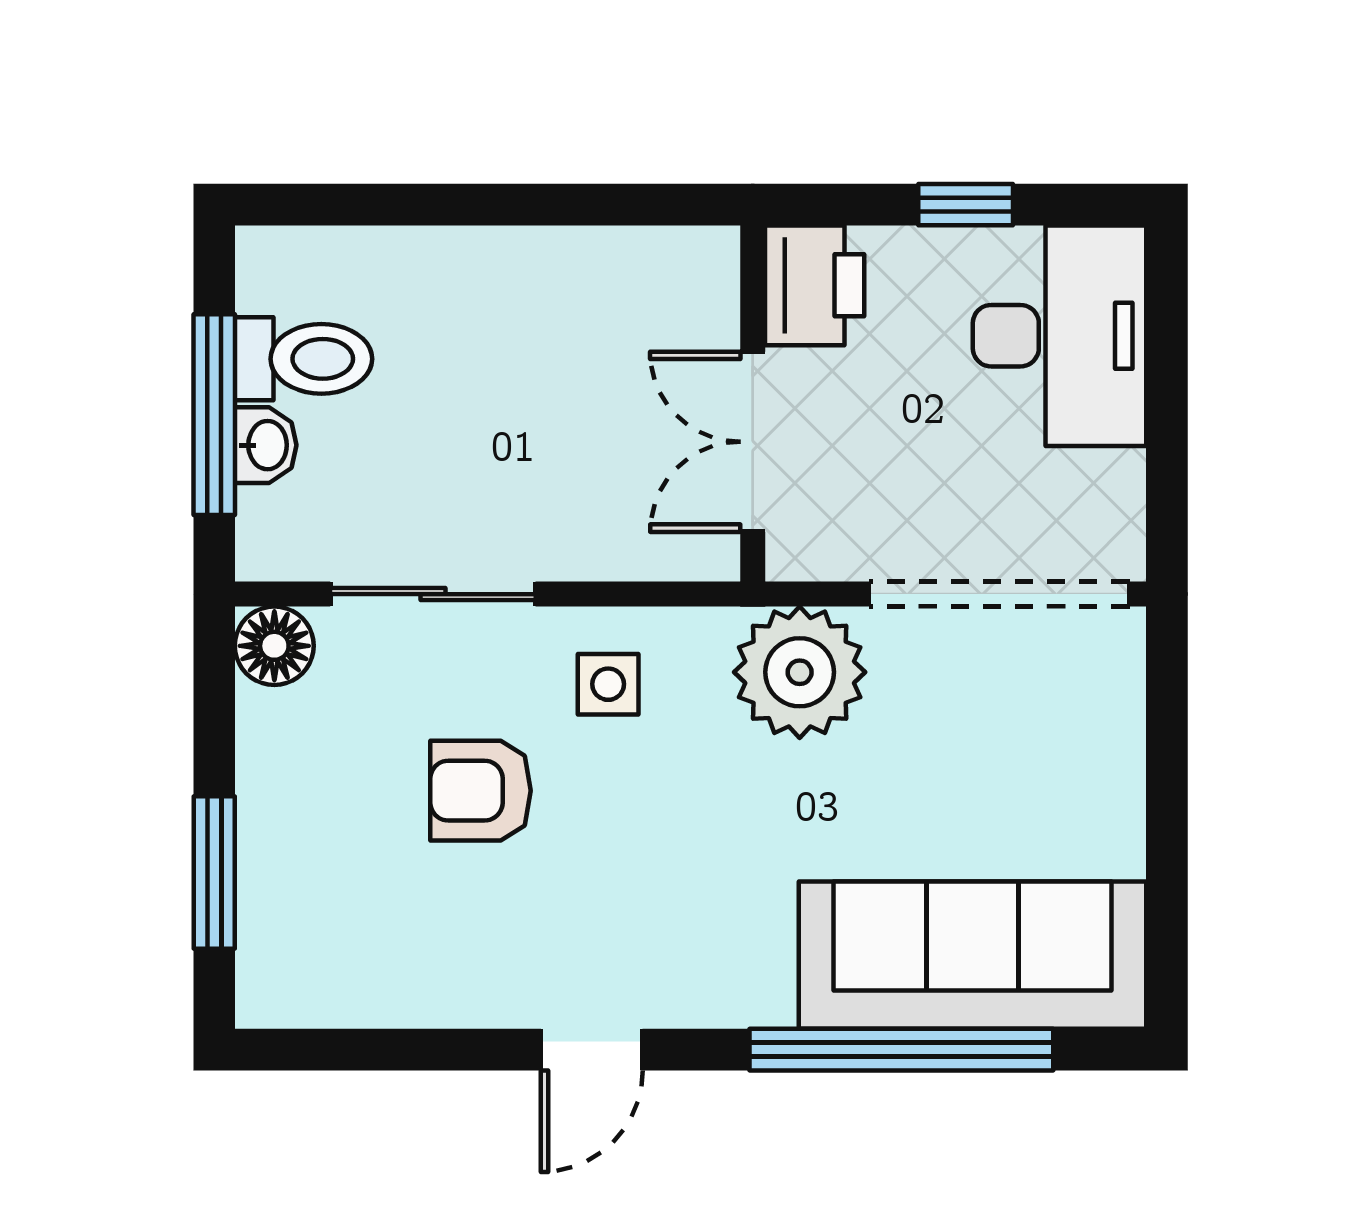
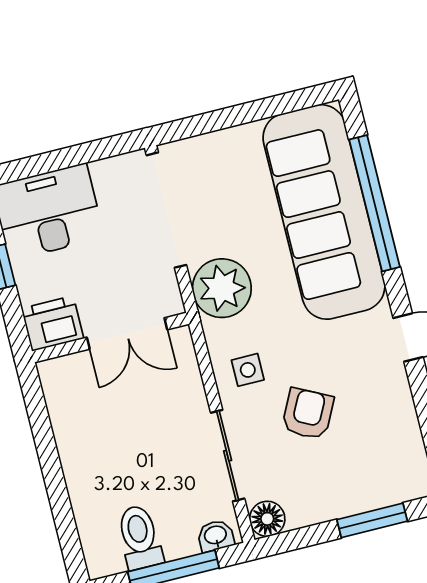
washbasin: (266, 445) -> (216, 536), moved
armchair: (480, 791) -> (308, 414), turned -153
sofa: (972, 955) -> (324, 212), width x1.36, depth x1.27

